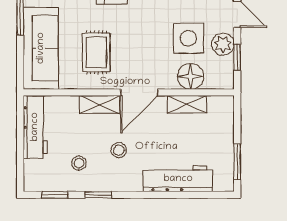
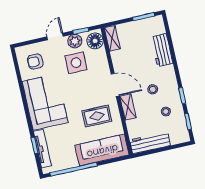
floor lamp: (191, 76) -> (95, 41), moved
shelving: (187, 104) -> (112, 38), moved
workbench: (178, 179) -> (162, 50), width x0.73

